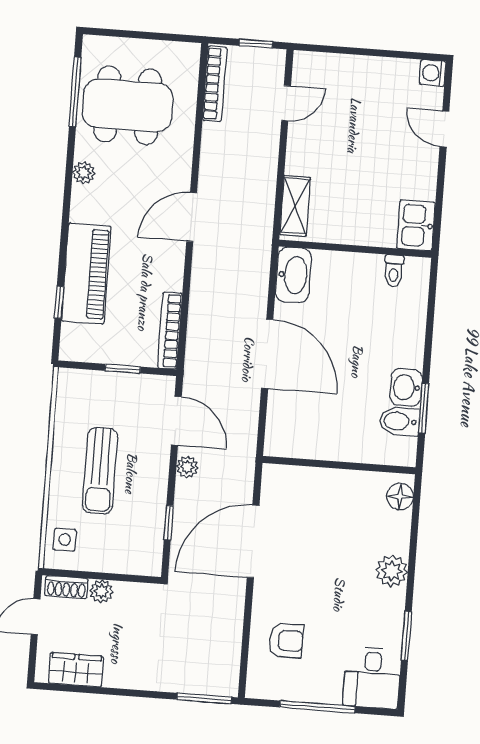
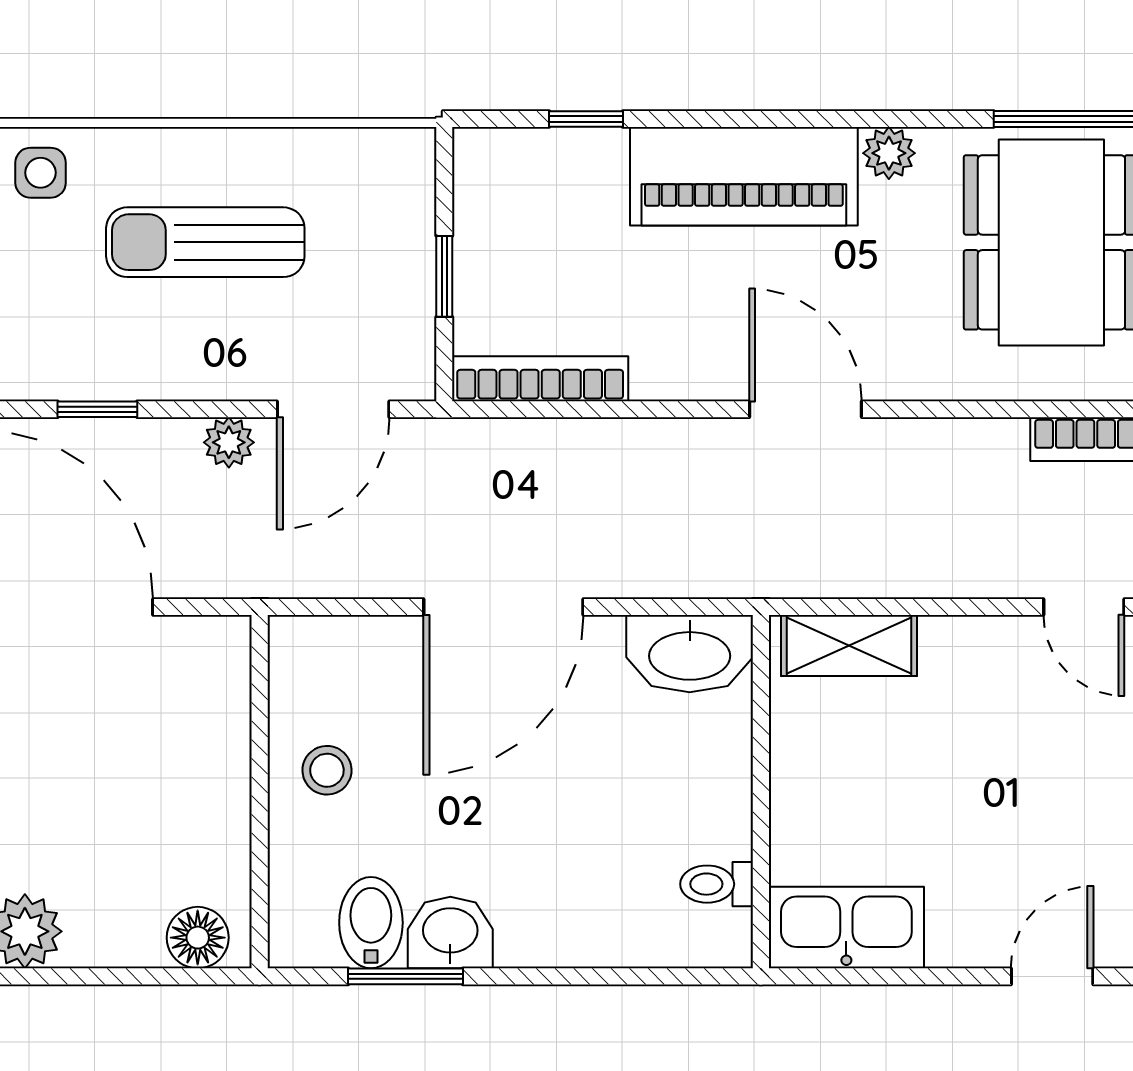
kitchen sink: (416, 225) -> (846, 928), width x1.38
piano: (86, 274) -> (744, 176), moved
stool: (332, 435) -> (327, 770), added

